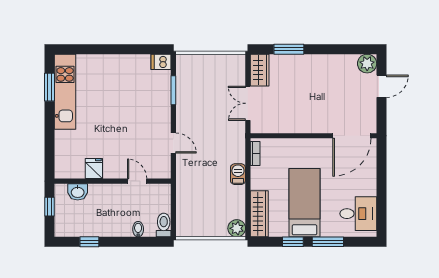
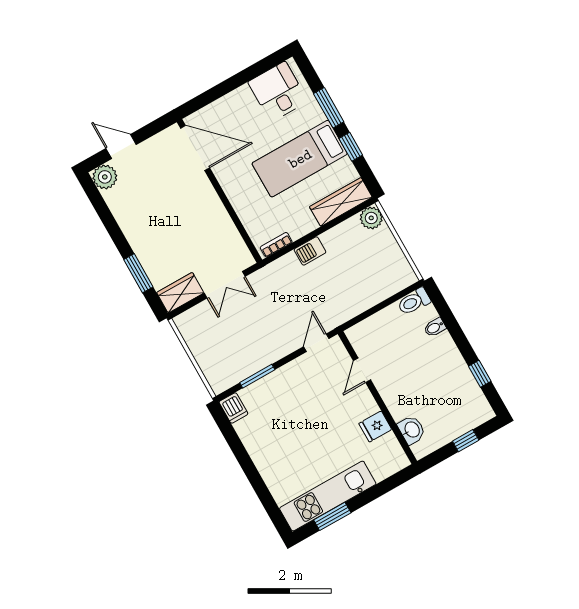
fridge: (94, 169) -> (375, 426), moved
wall: (113, 181) -> (377, 398), moved
door: (137, 181) -> (362, 370), moved
washbasin: (78, 192) -> (412, 430), moved

